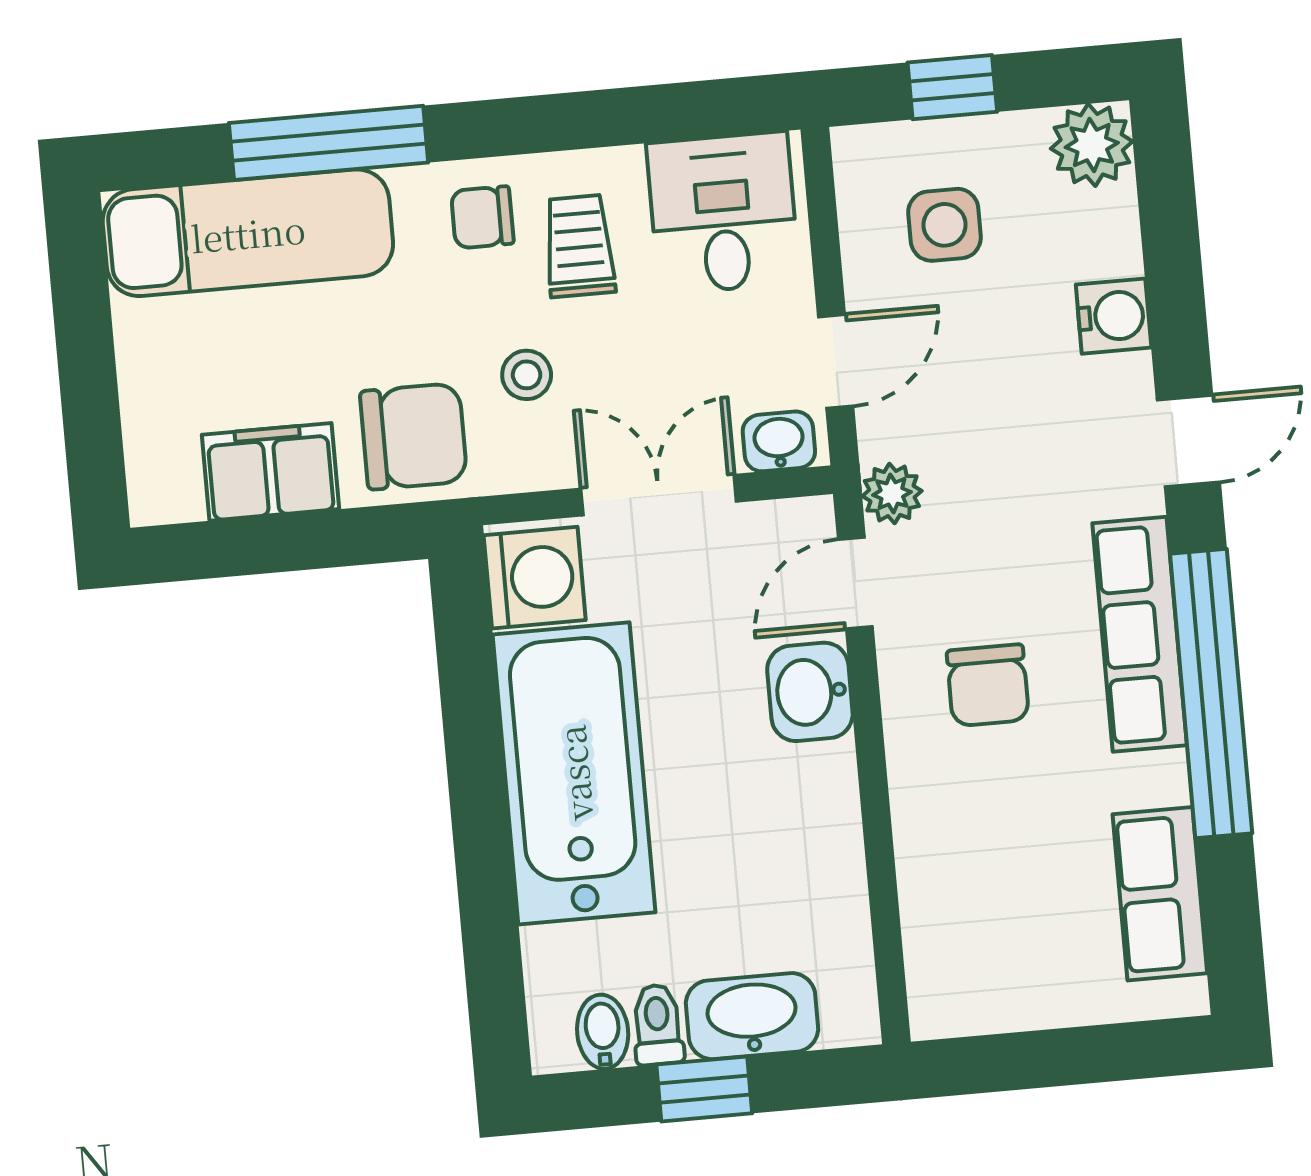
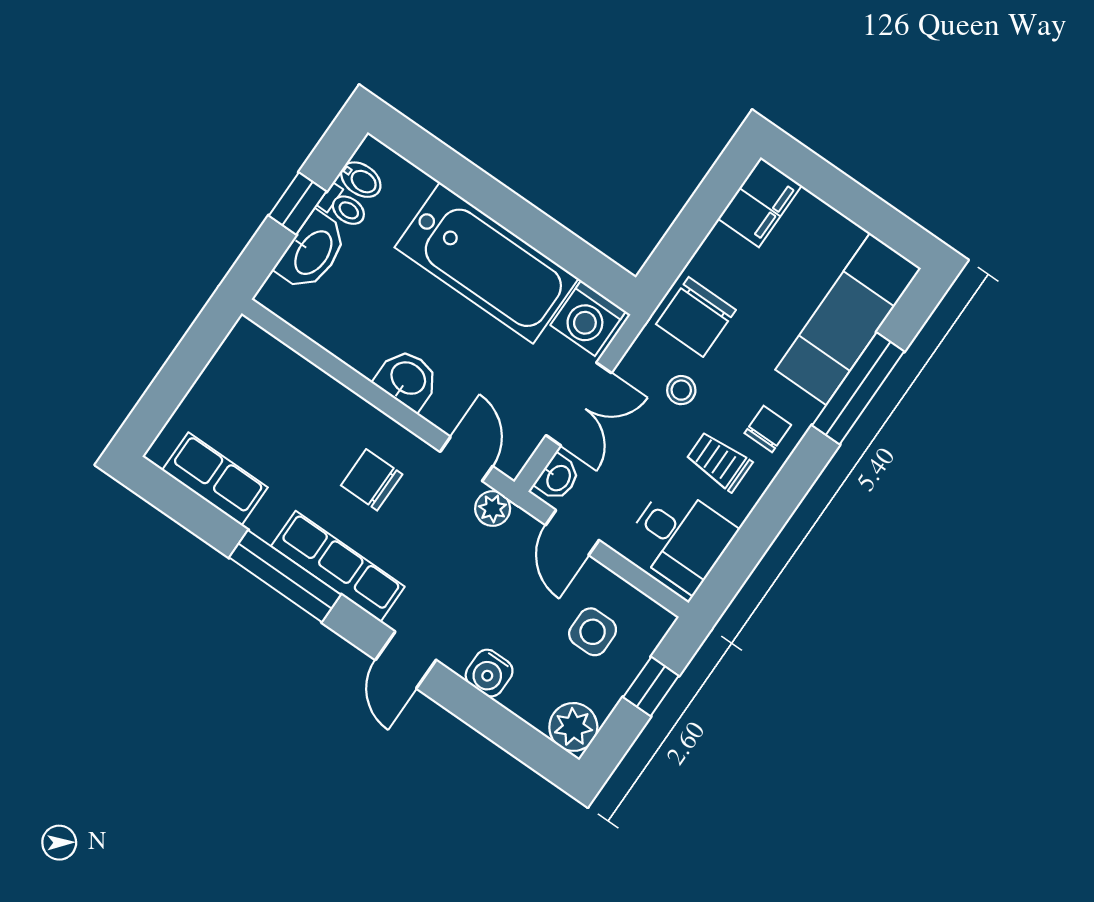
trolley: (579, 246) -> (719, 461), turned 180
filing cabinet: (270, 472) -> (760, 202), moved
washbasin: (810, 692) -> (407, 379), moved
window: (1211, 693) -> (285, 576), width x0.68

